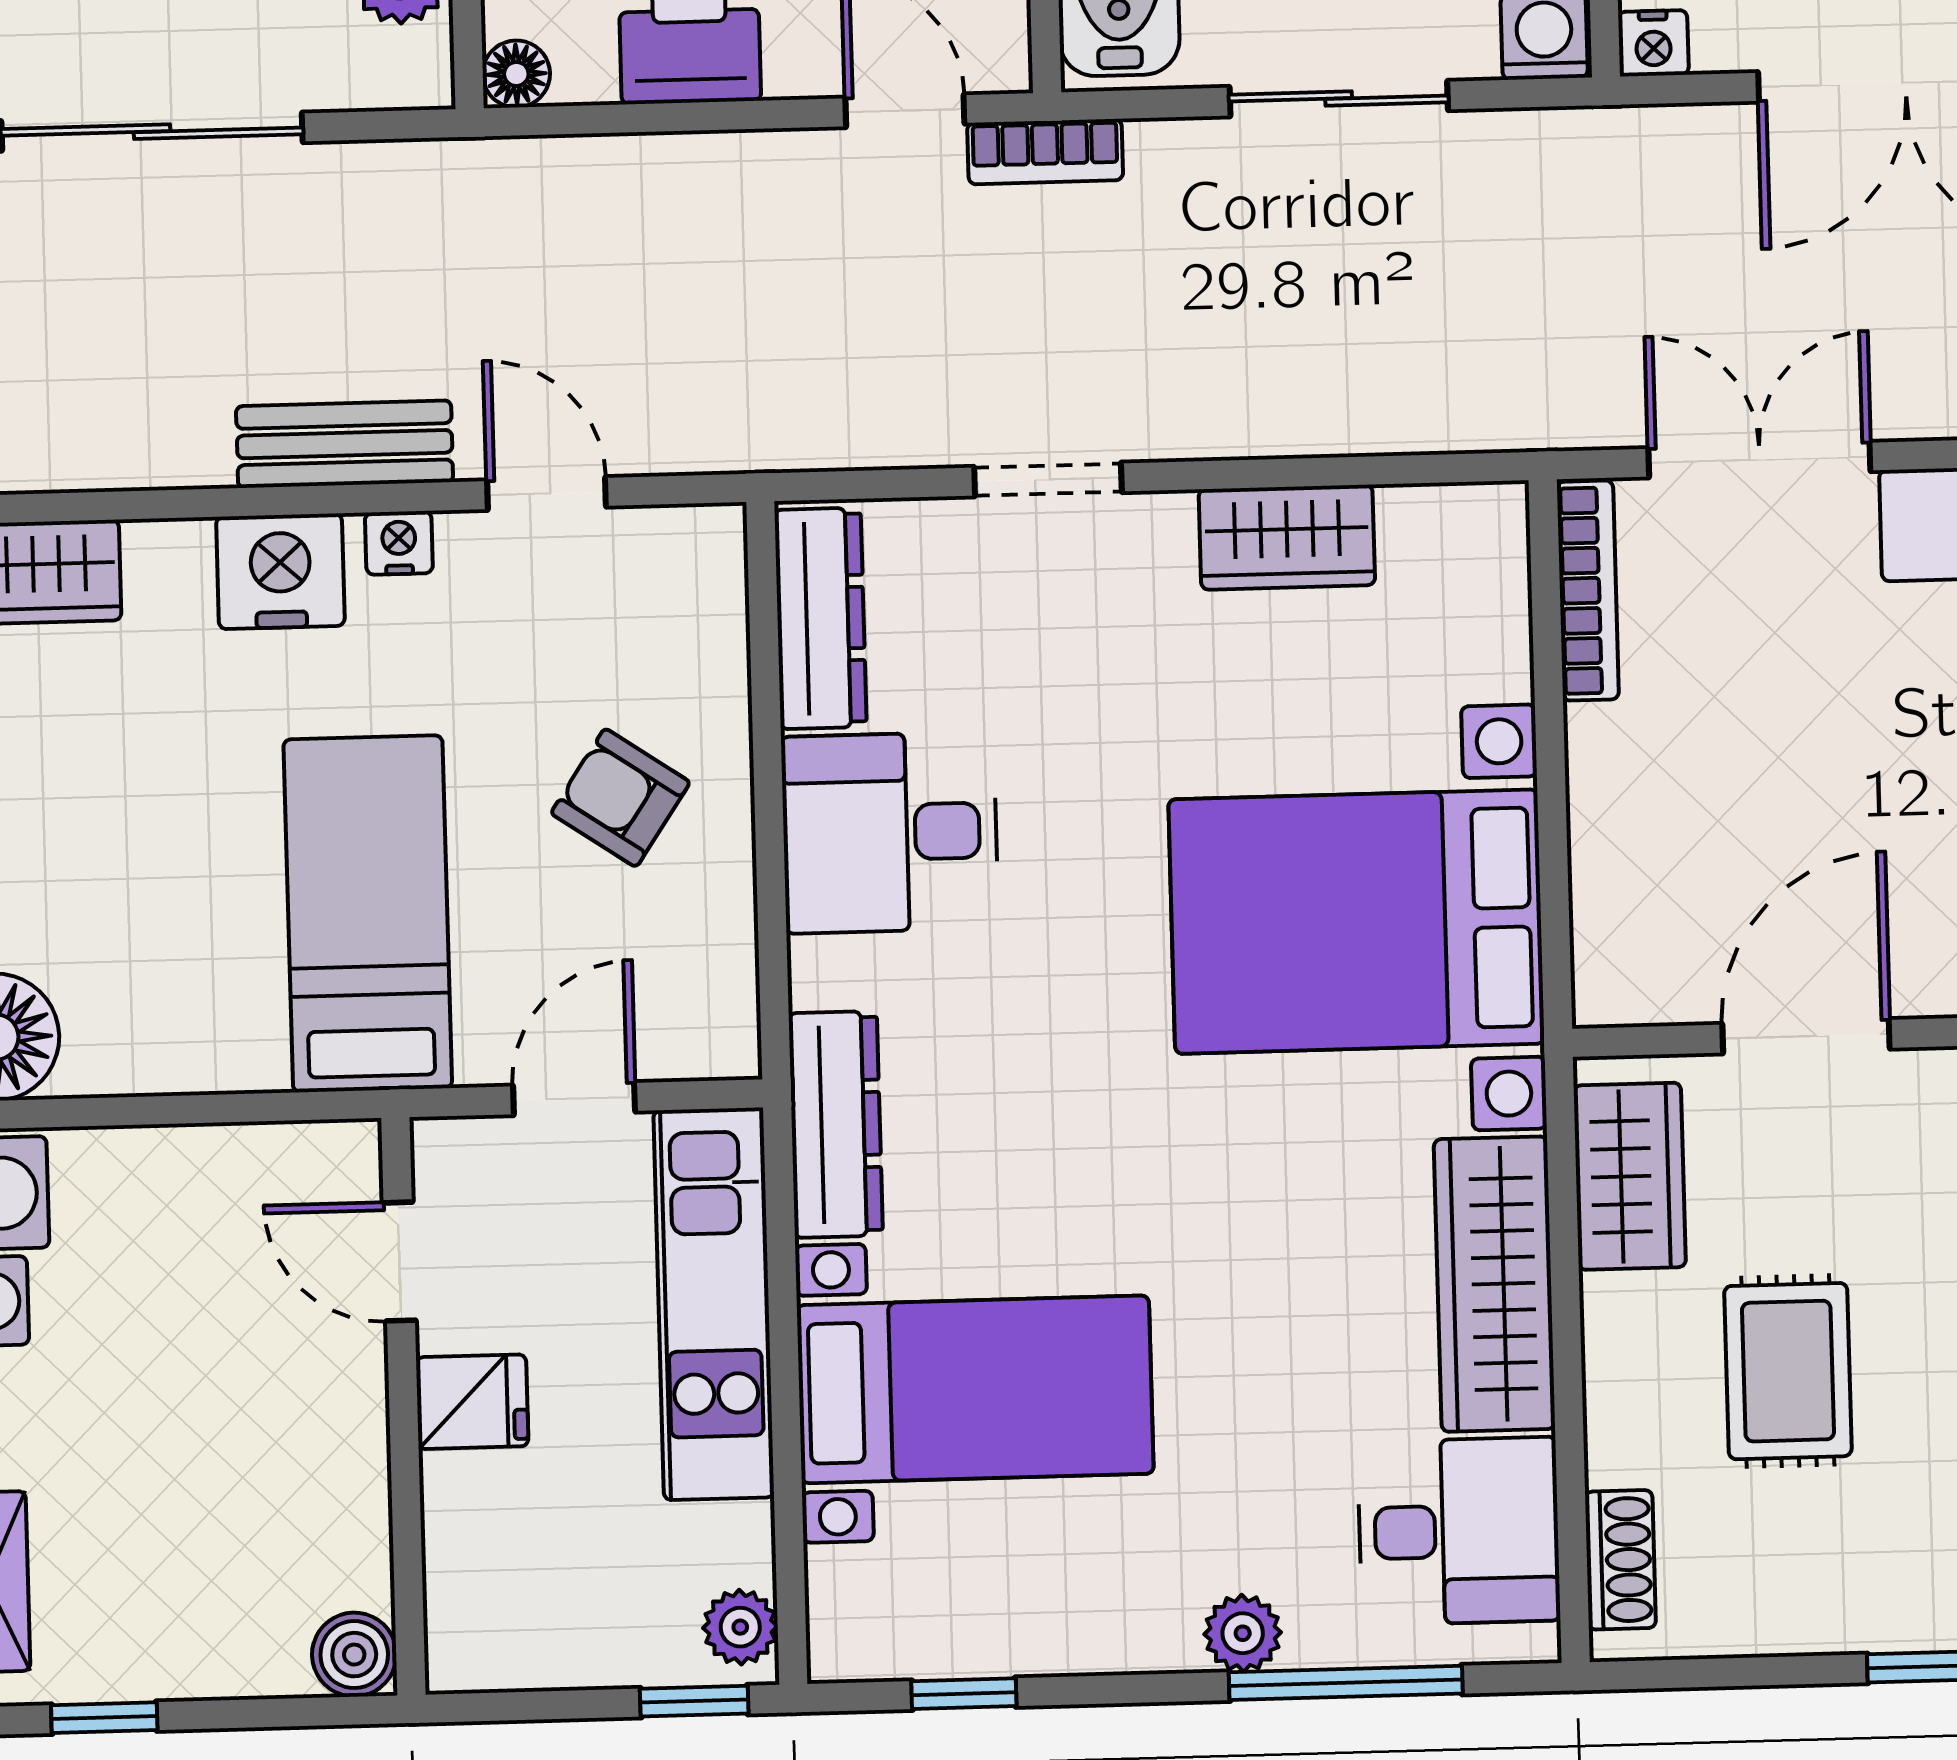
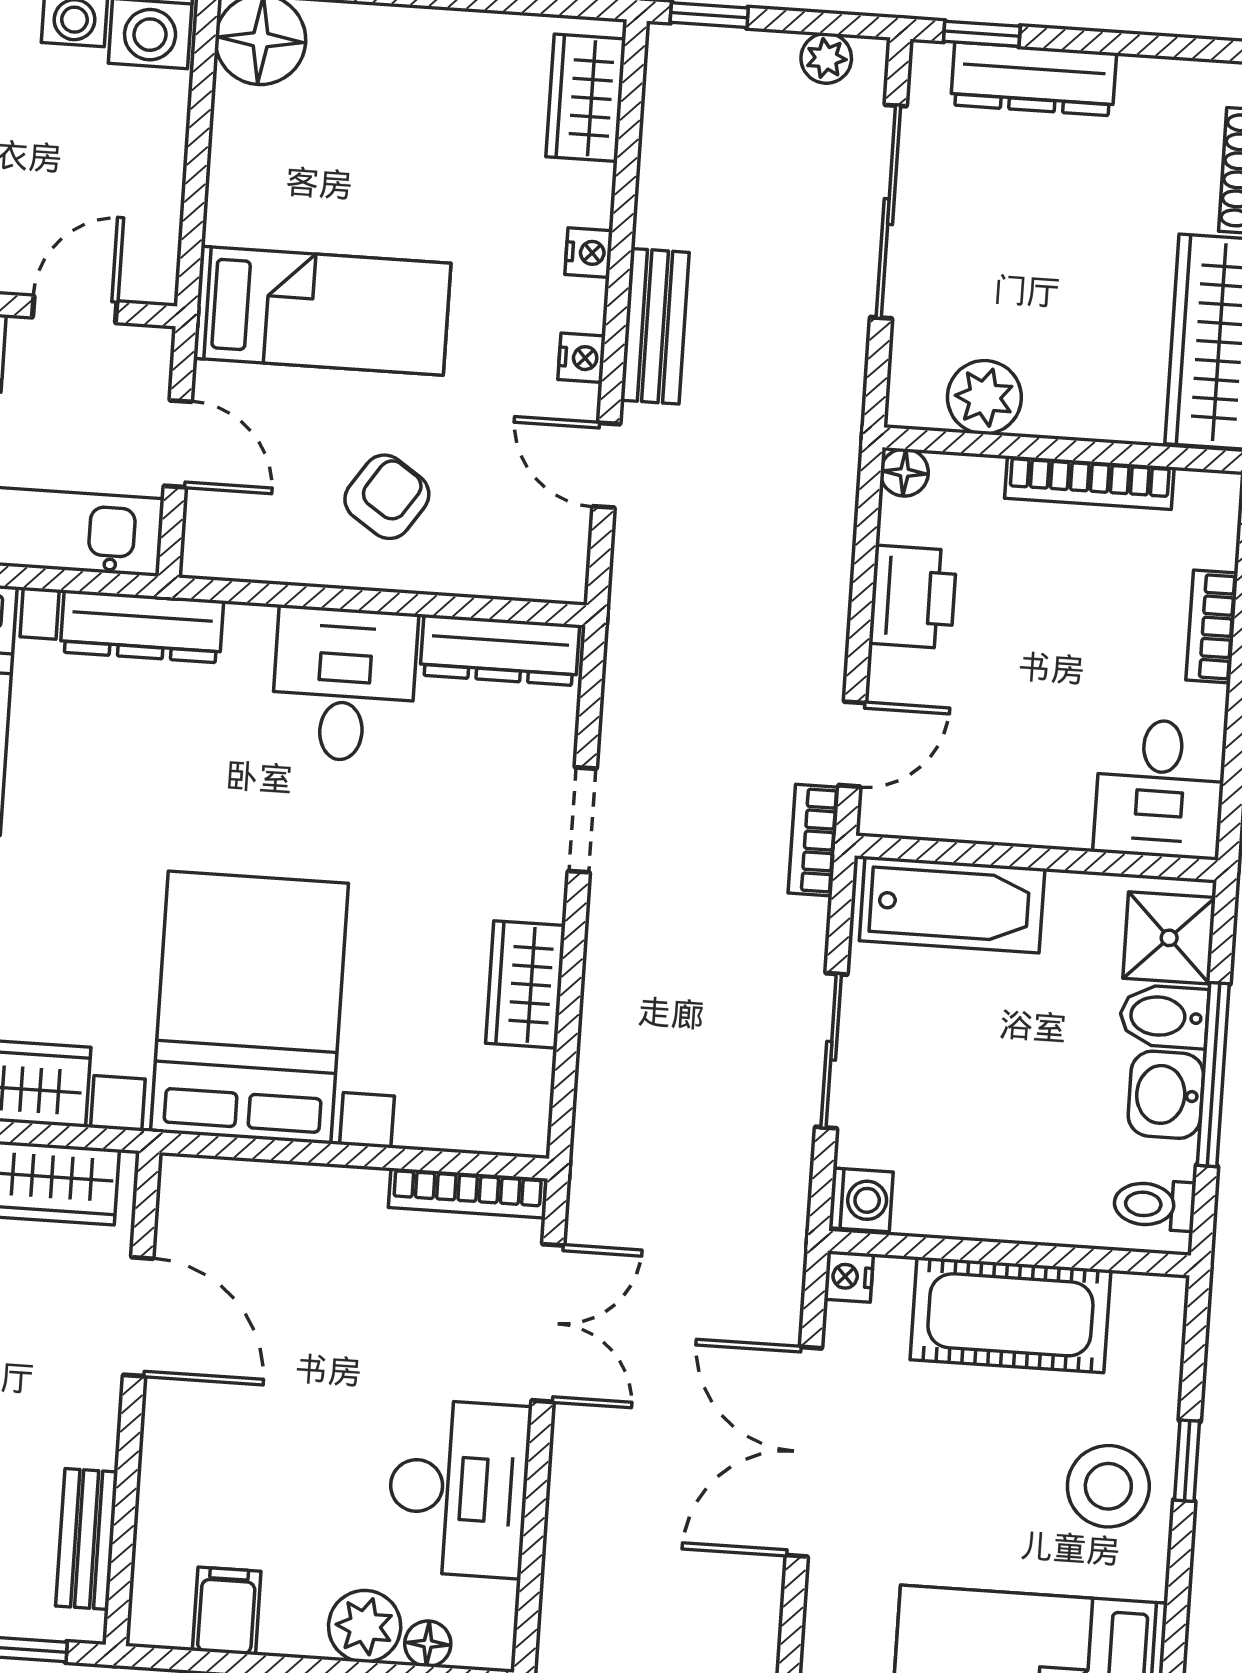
door: (546, 494) -> (606, 465), swing flipped
nightstand: (280, 571) -> (589, 253), width x0.53, depth x0.56

